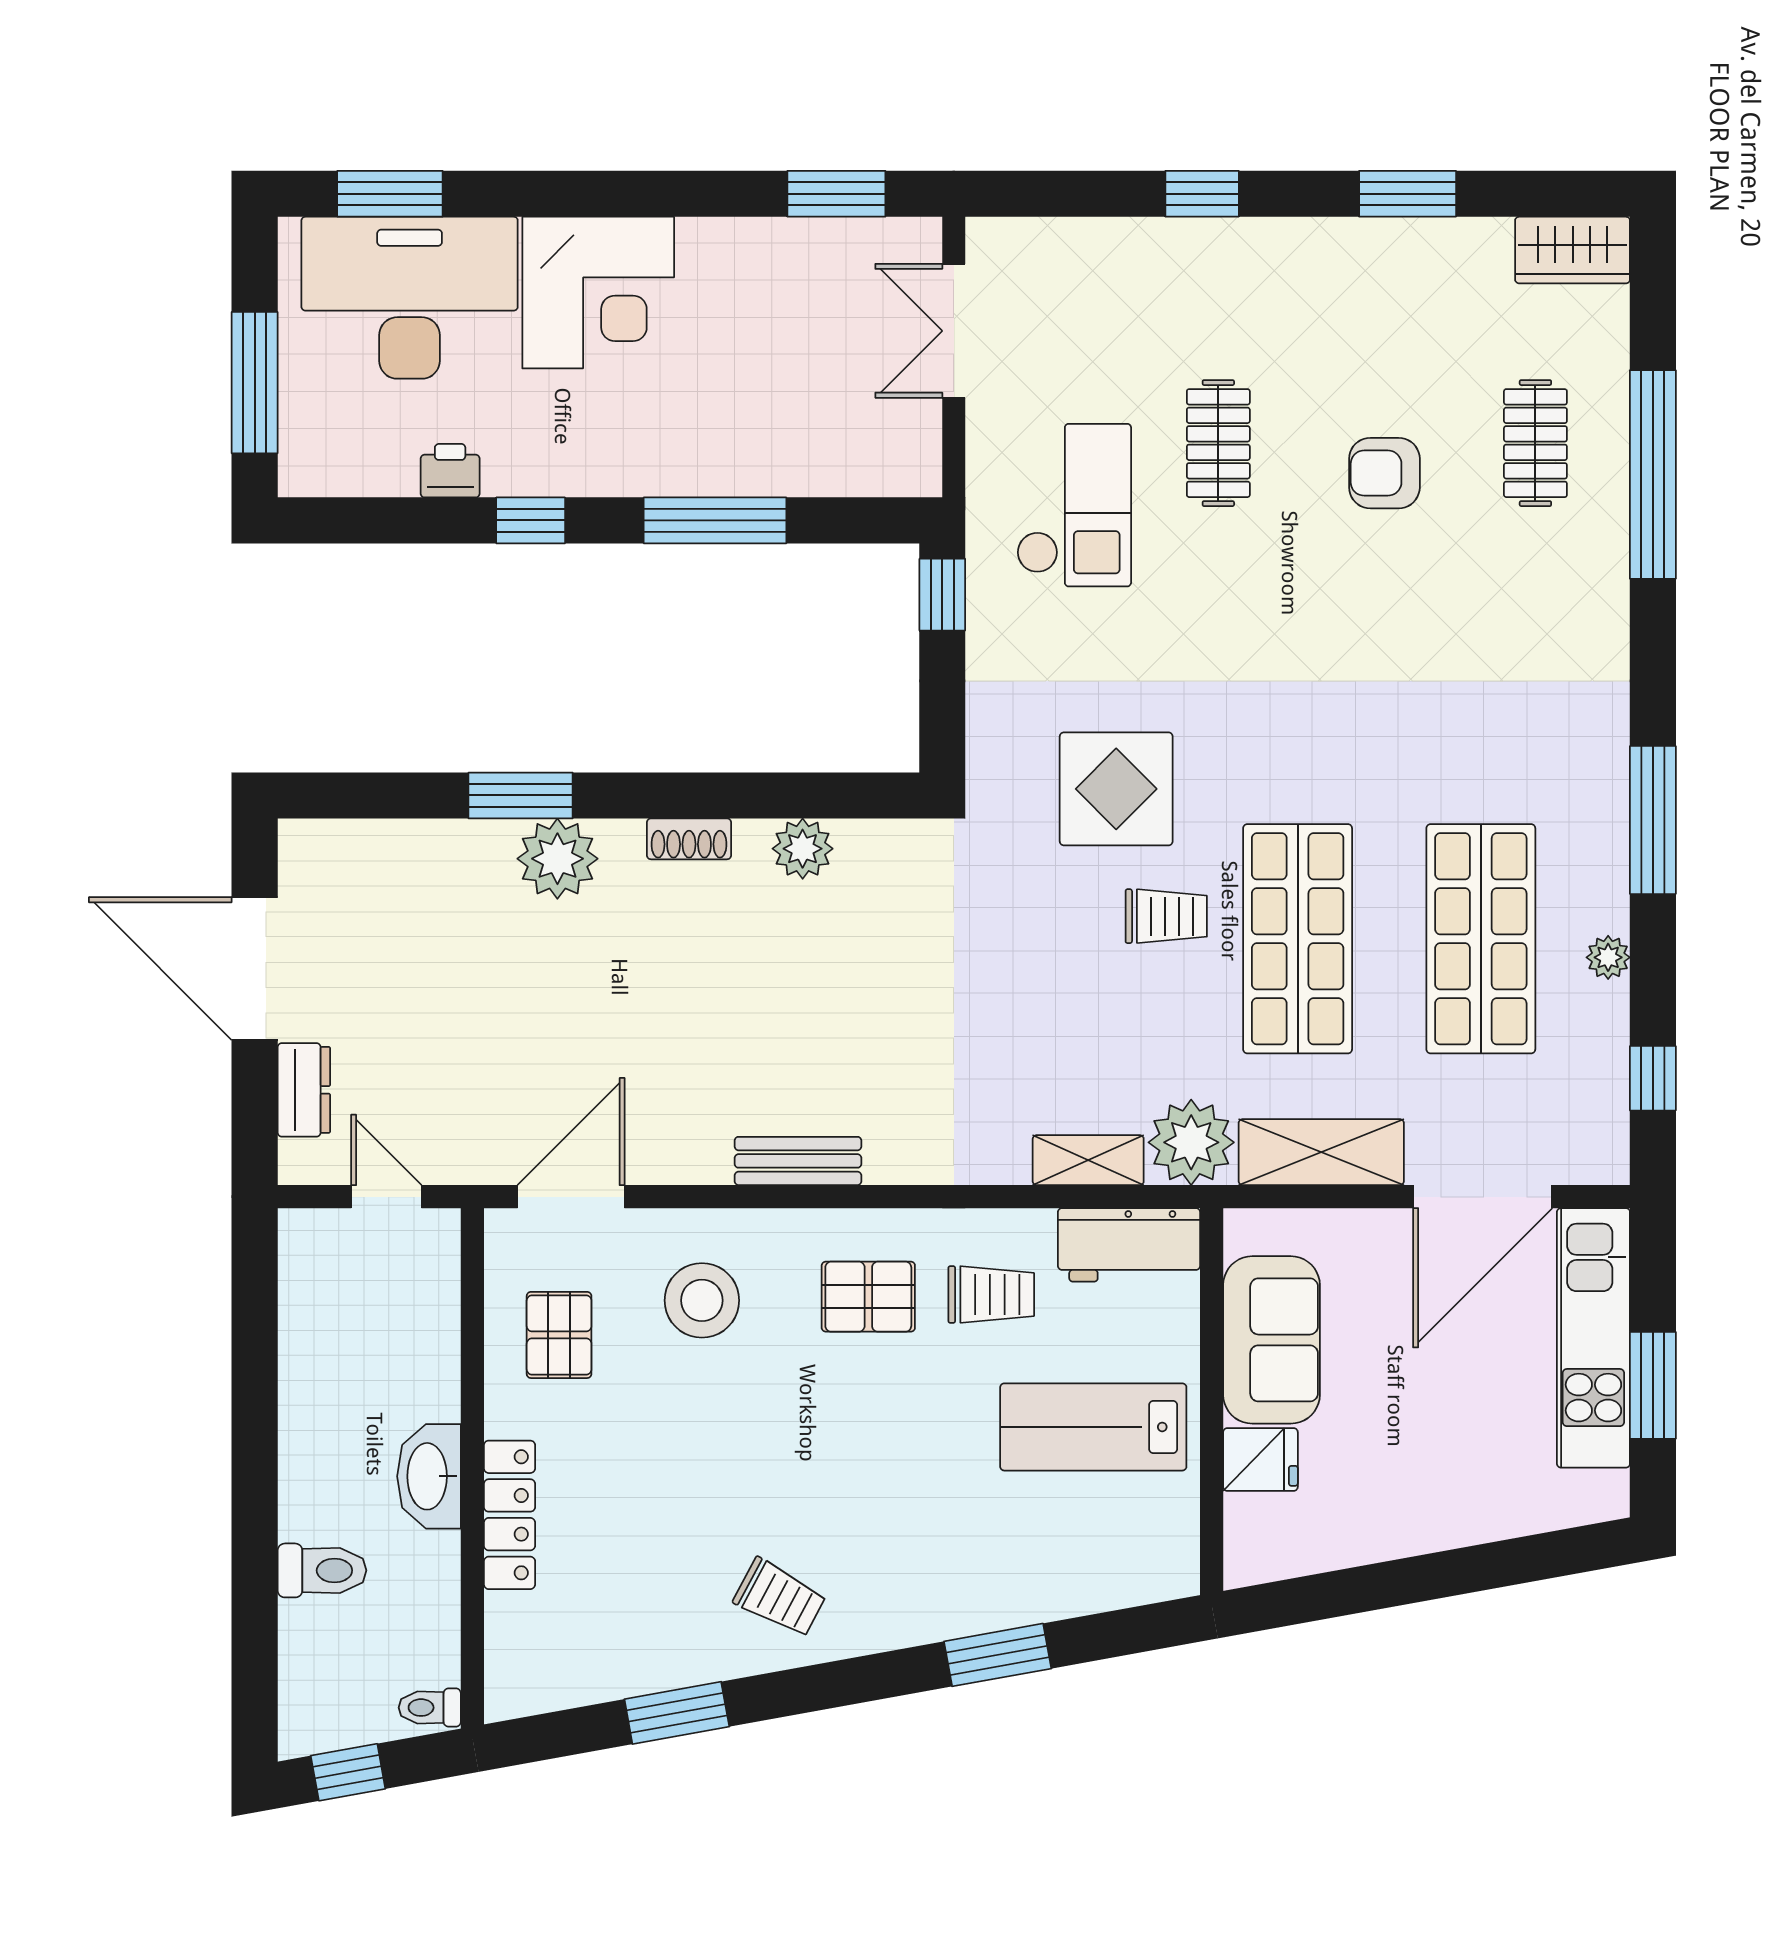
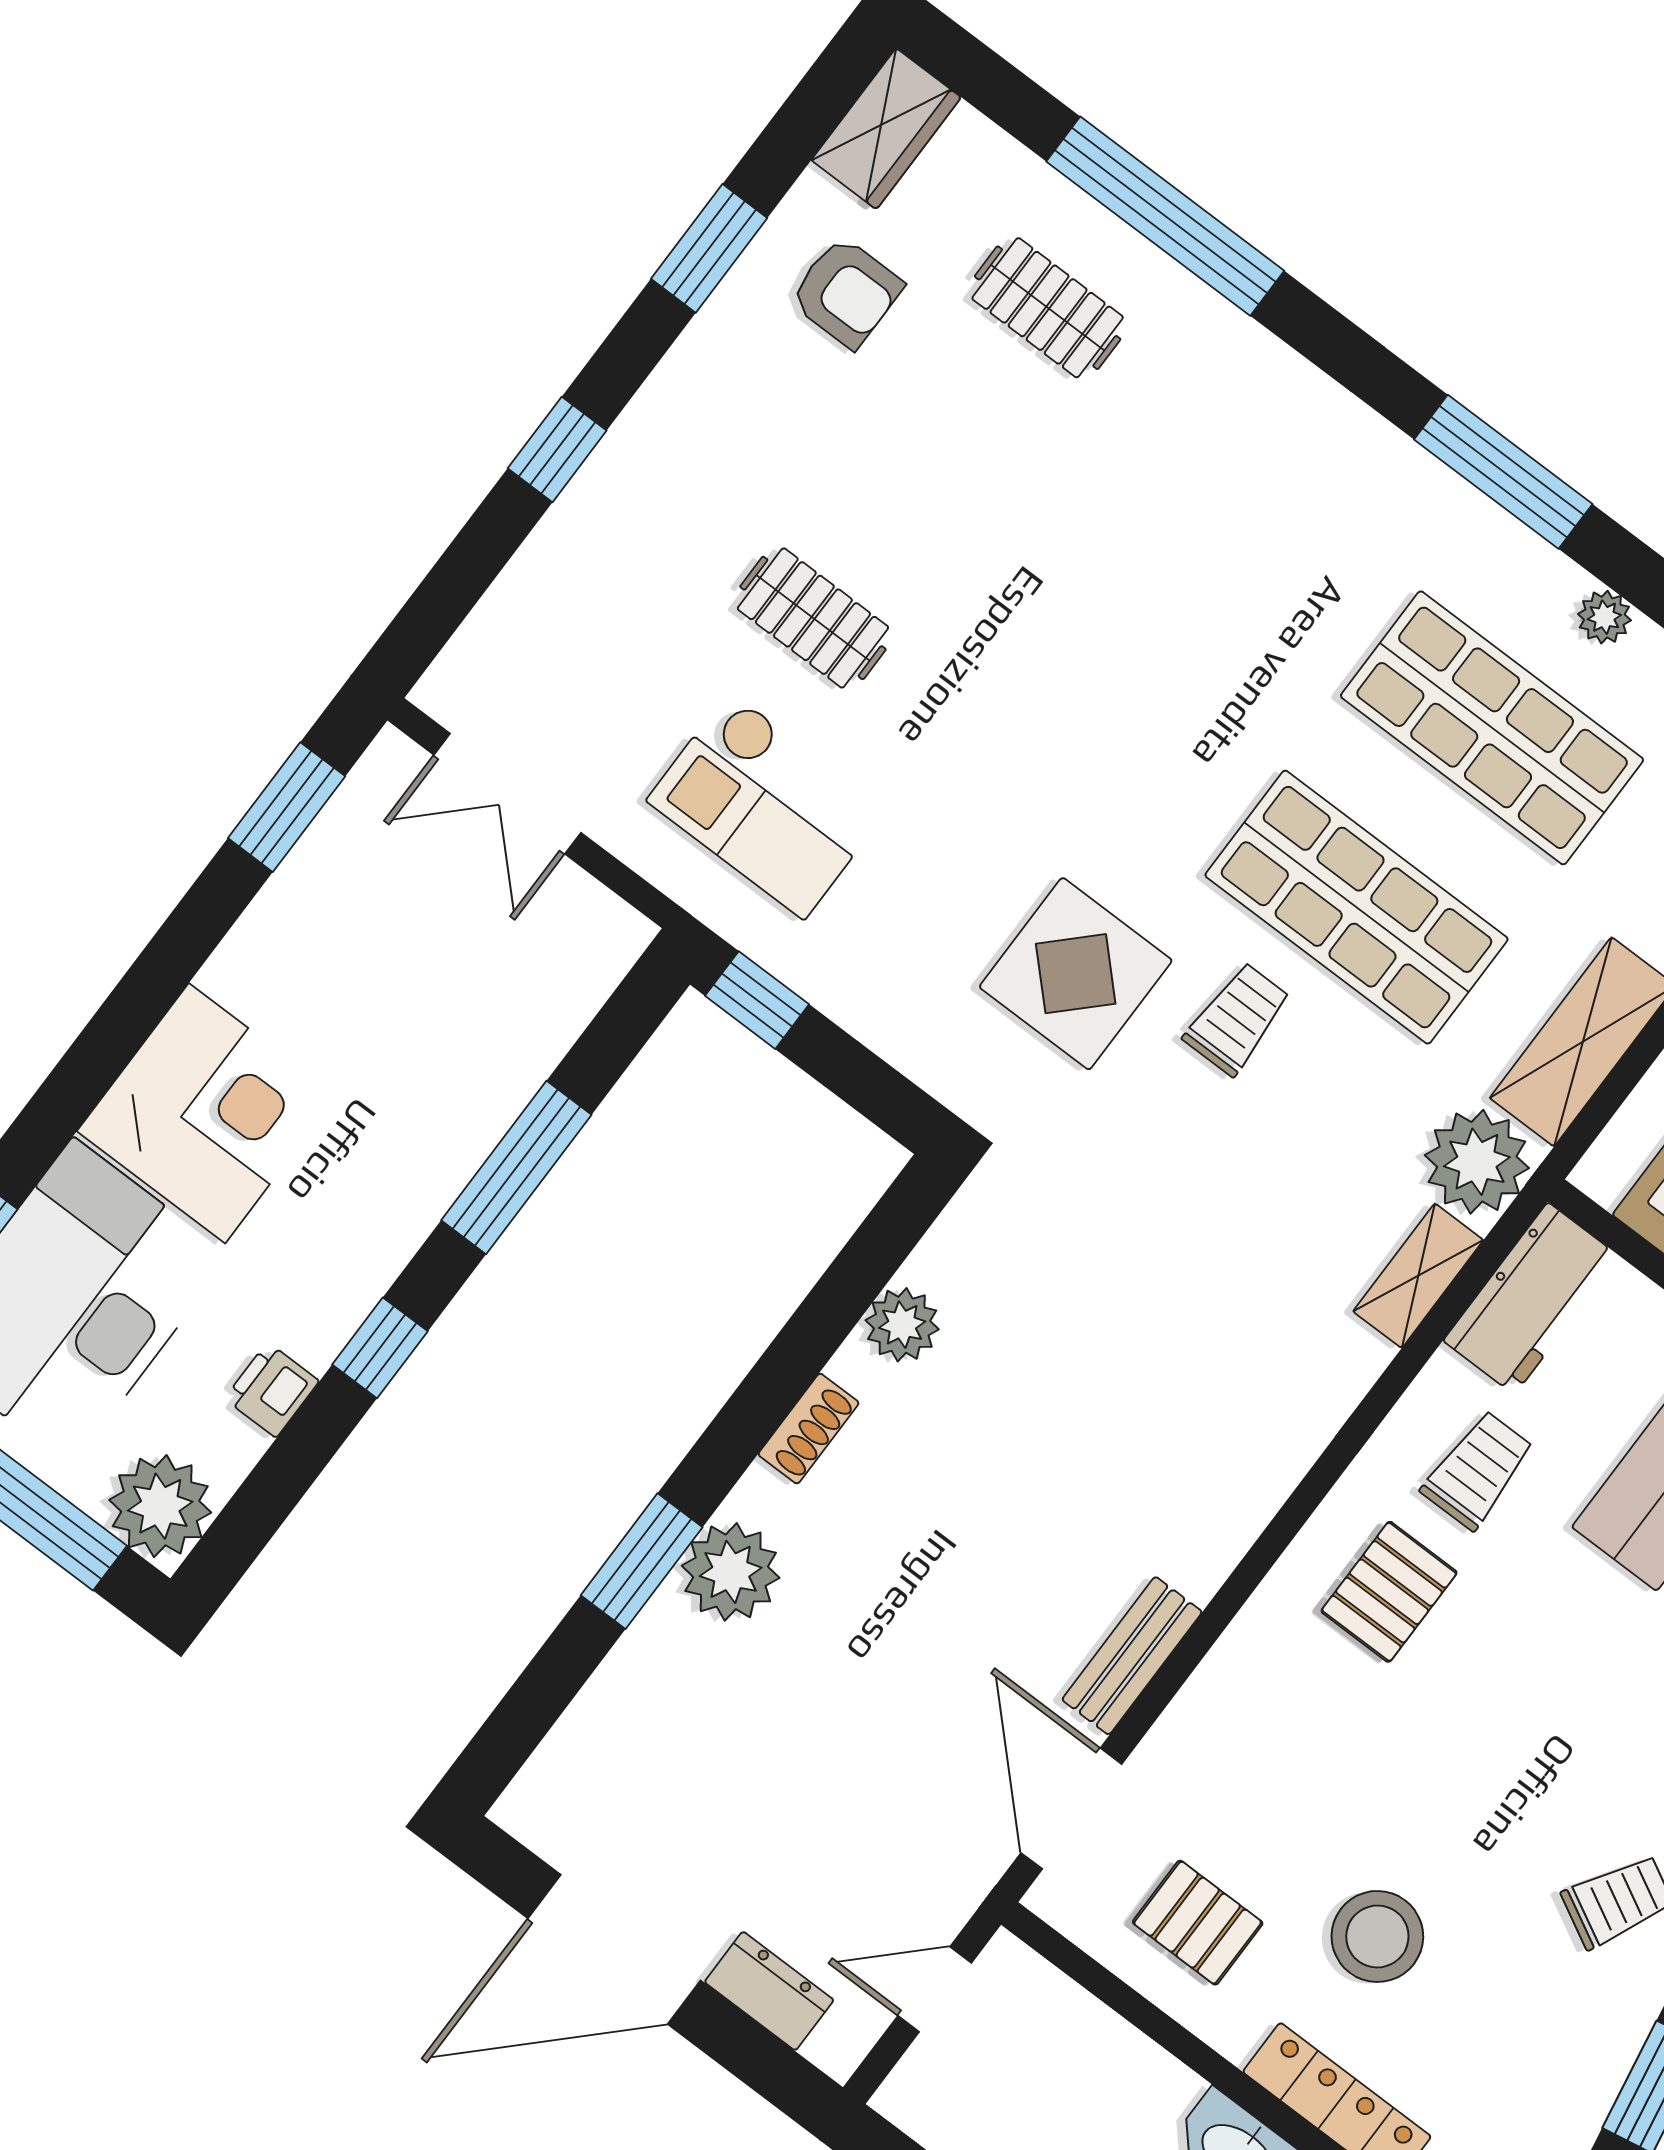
plant: (320, 455) -> (160, 1506), added
armchair: (1384, 473) -> (846, 292), moved, turned -90
checkout: (1074, 505) -> (767, 805), turned 180
bench: (798, 1161) -> (1132, 1656), moved
stool: (702, 1300) -> (1377, 1936), moved

